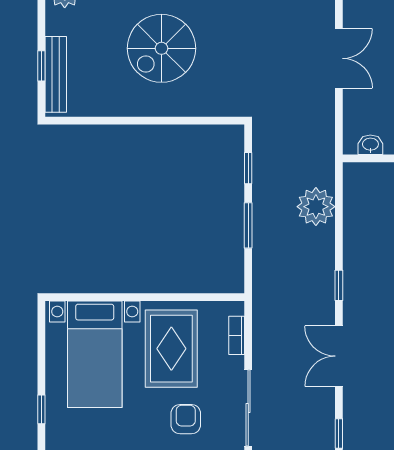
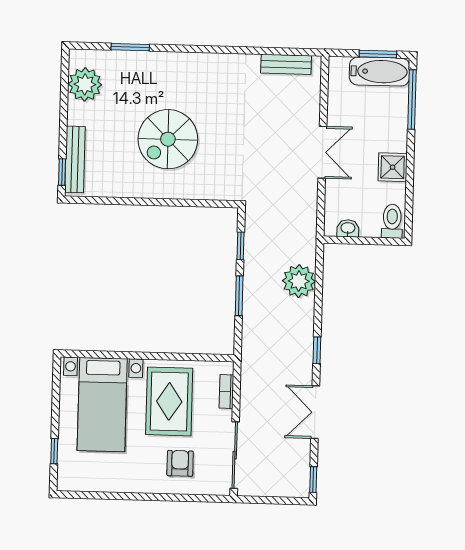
window: (41, 66) -> (62, 172), moved

